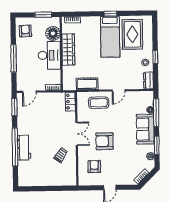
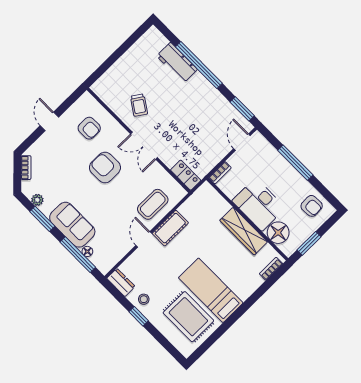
window: (110, 14) -> (235, 316), removed
cot: (87, 84) -> (170, 228), moved
armchair: (104, 141) -> (105, 168), turned -90
workbench: (24, 148) -> (177, 63), moved

